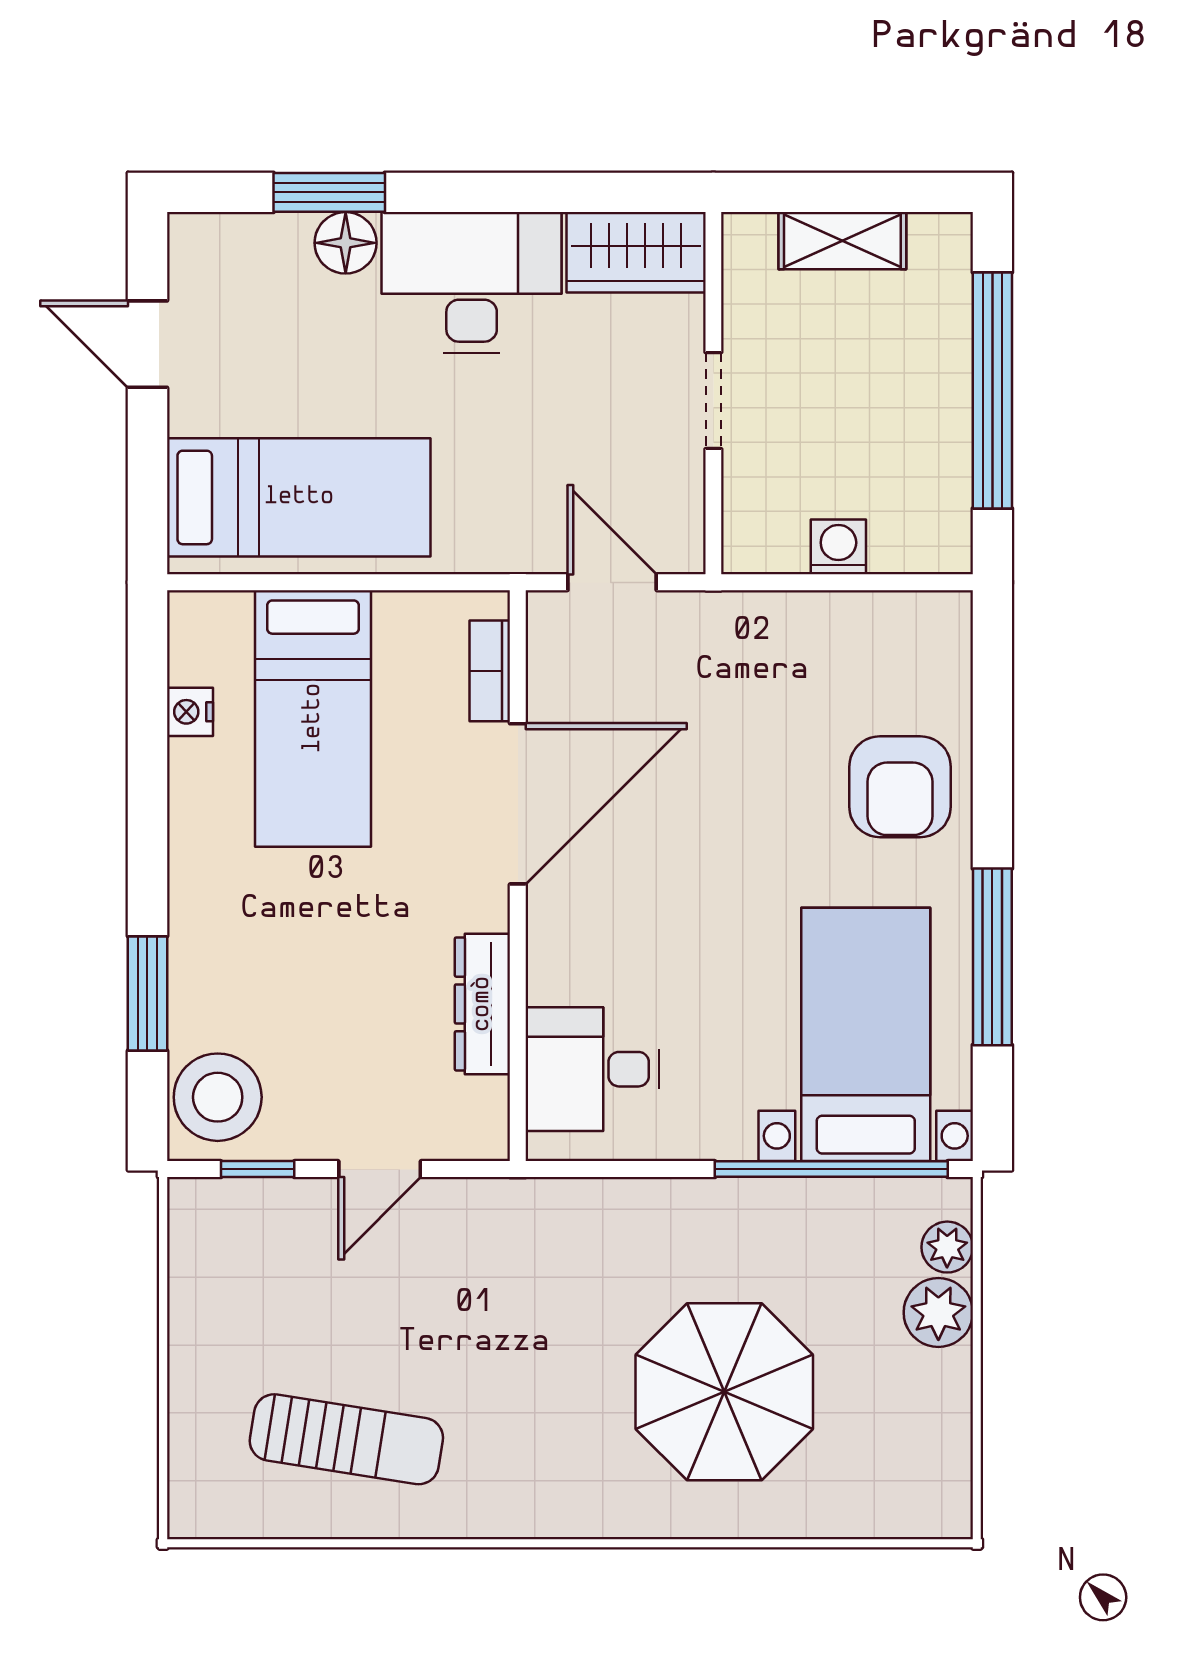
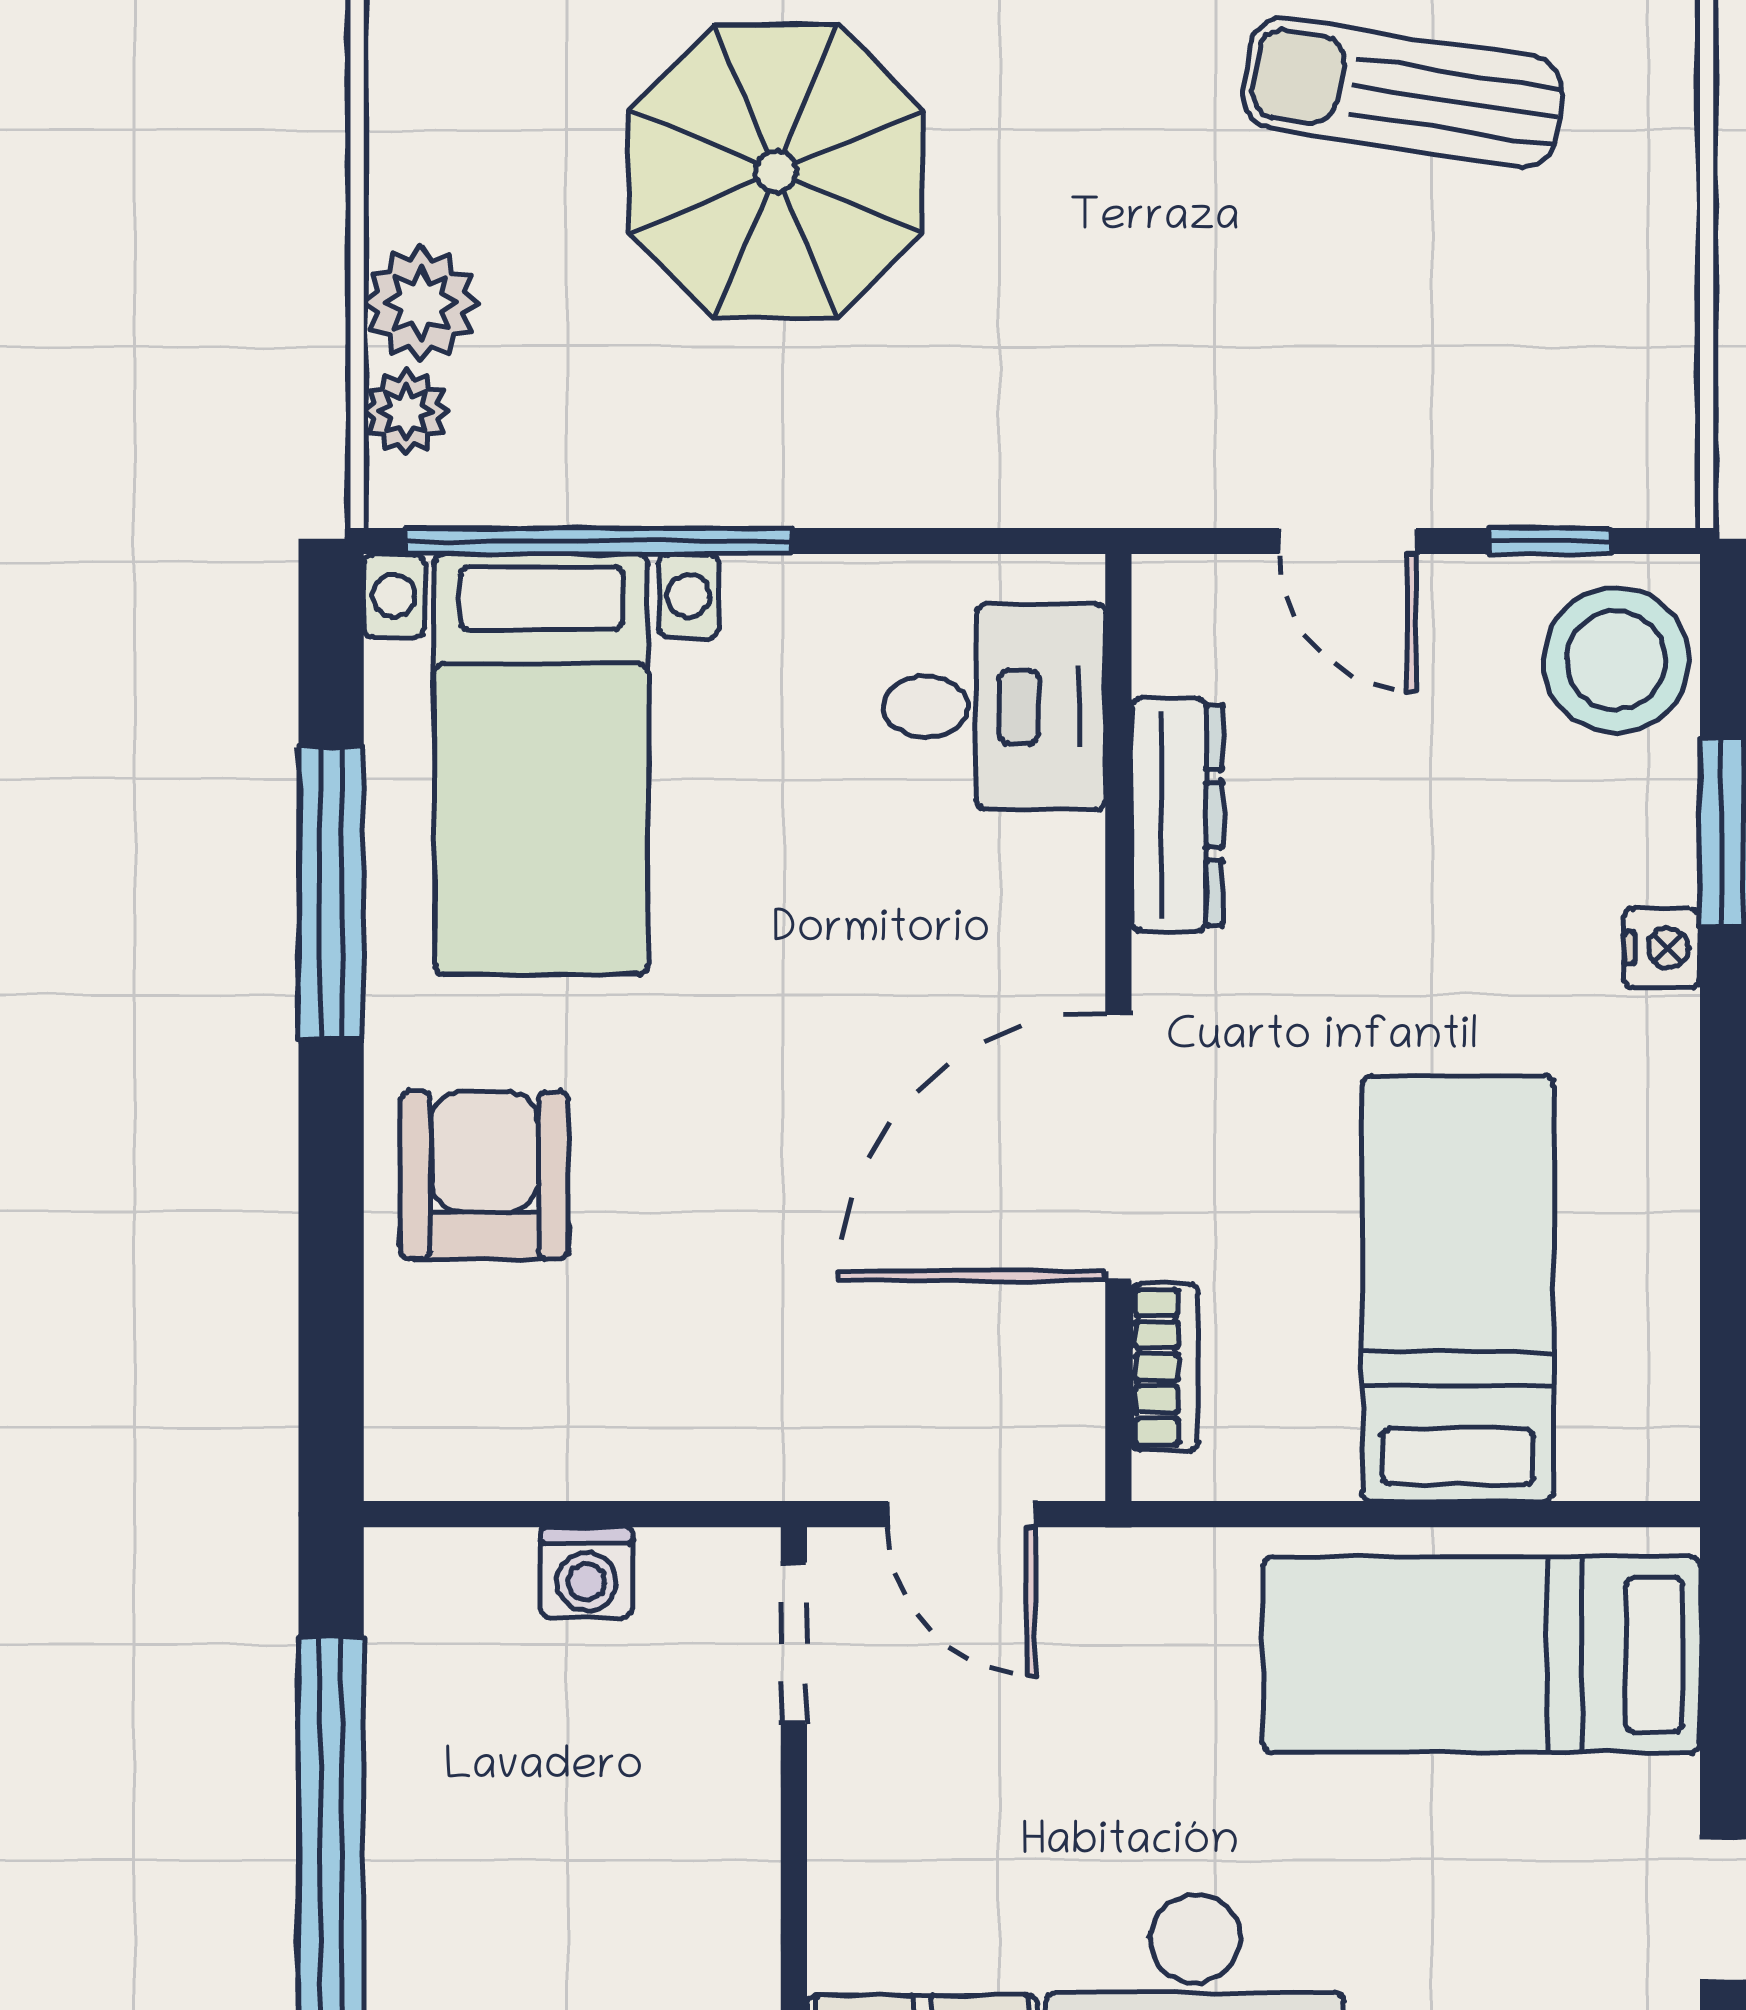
doorway: (713, 401) -> (794, 1643), moved
nightstand: (190, 712) -> (1662, 948), moved
door: (380, 1169) -> (1348, 541), swing flipped

